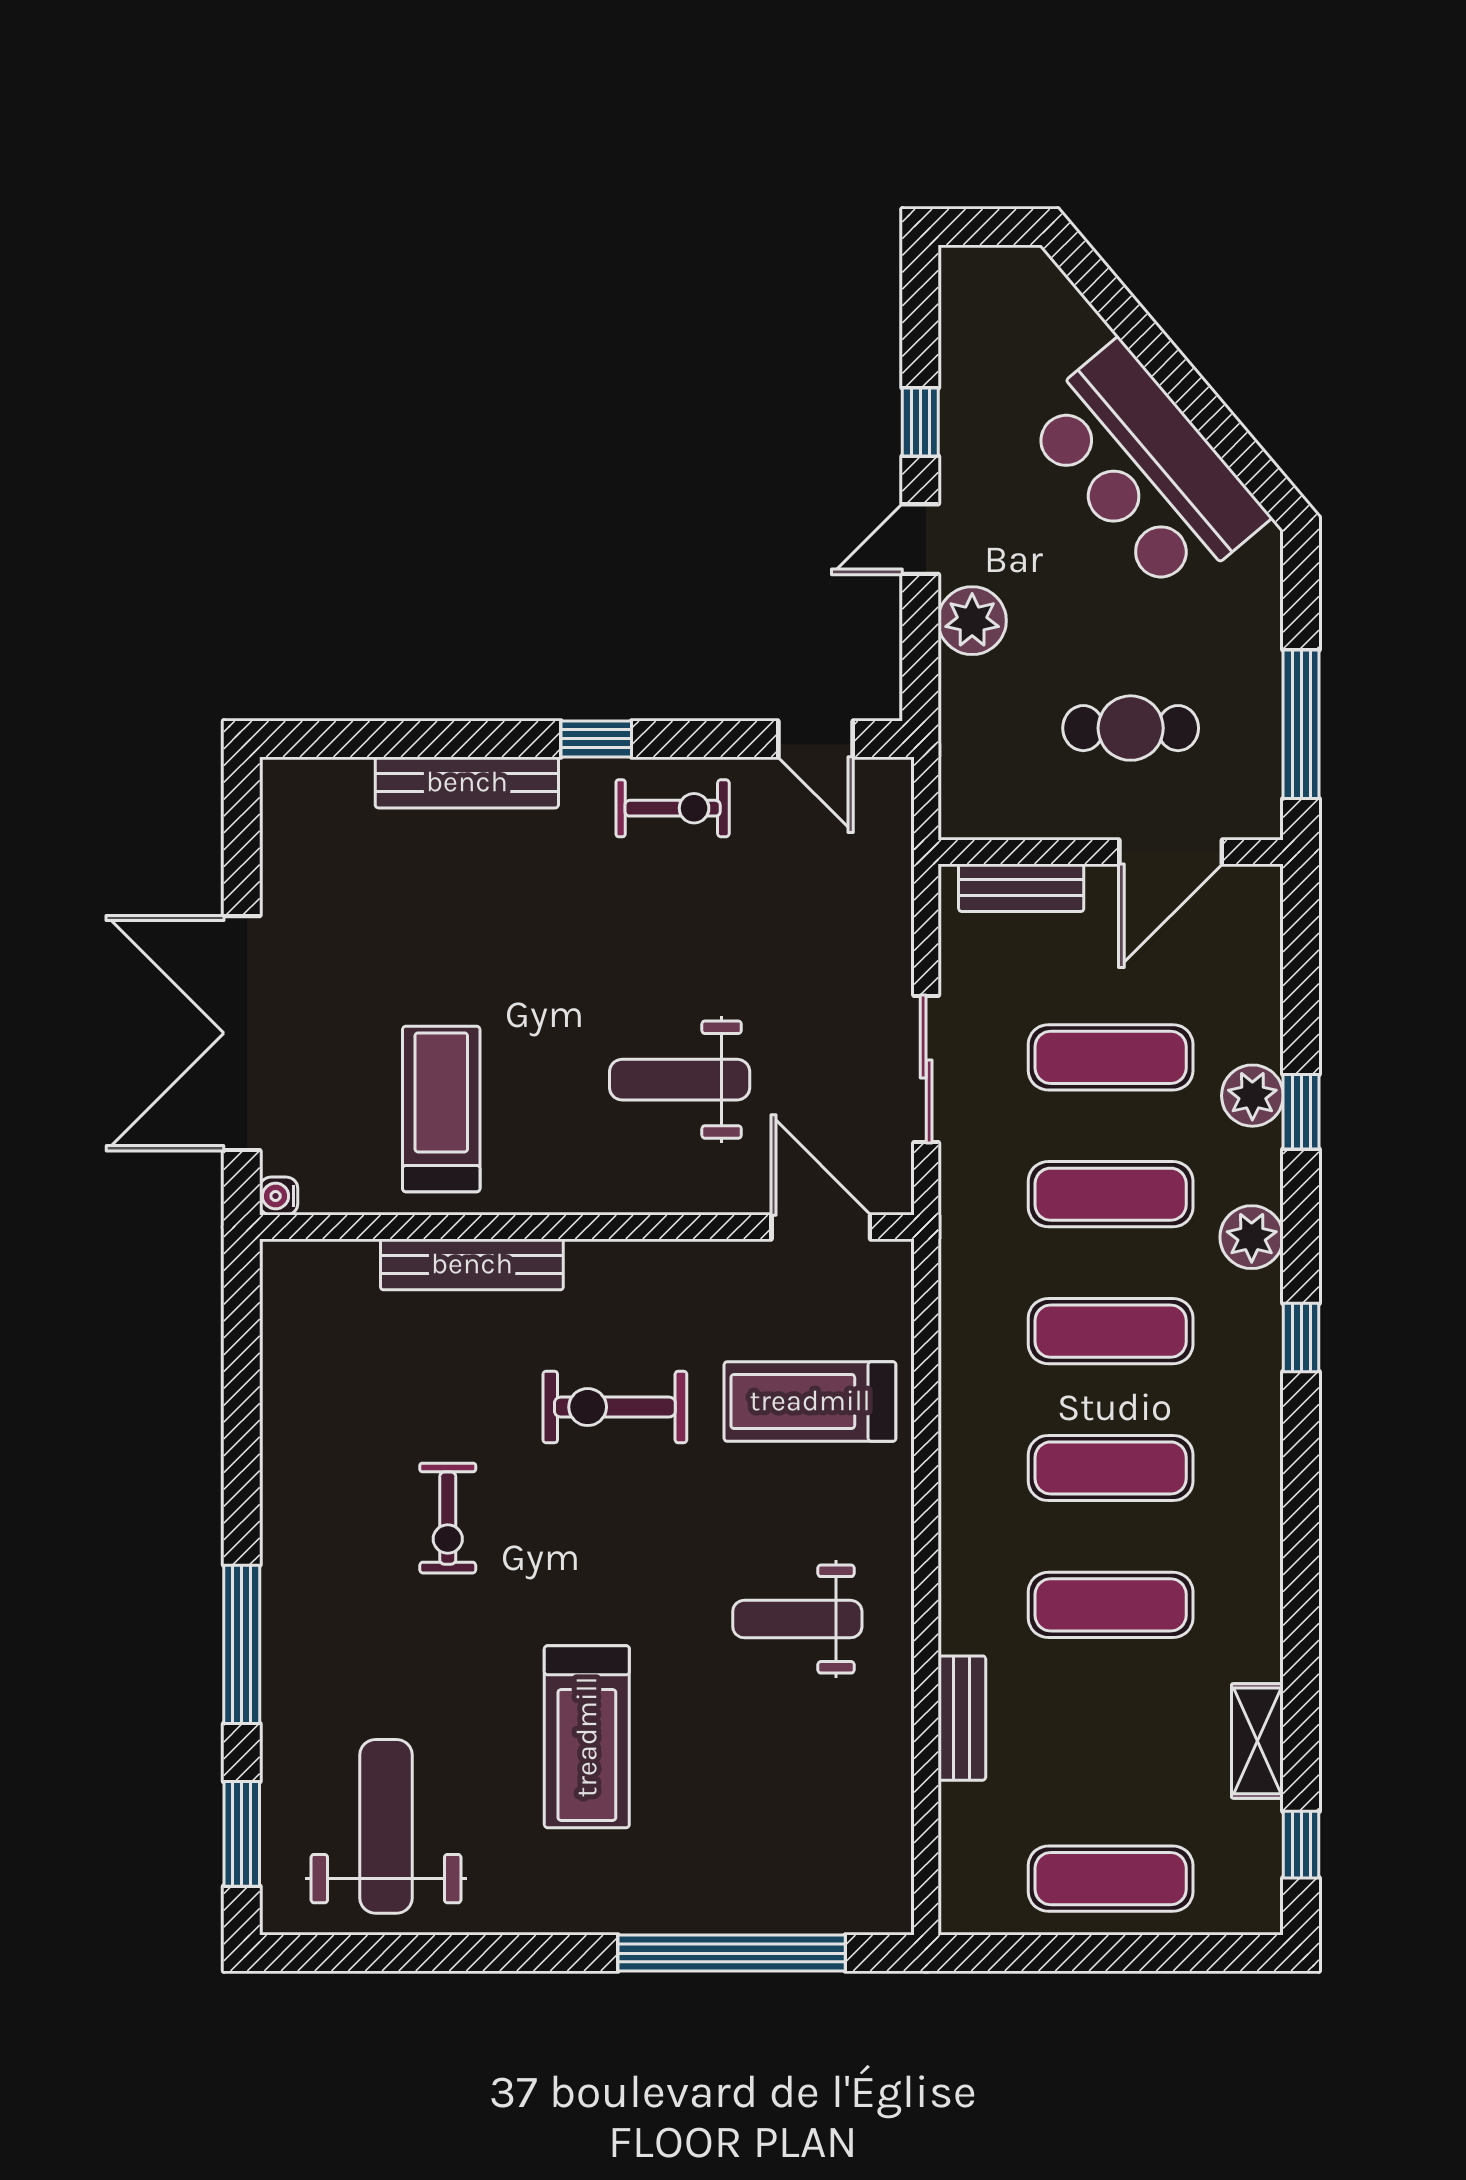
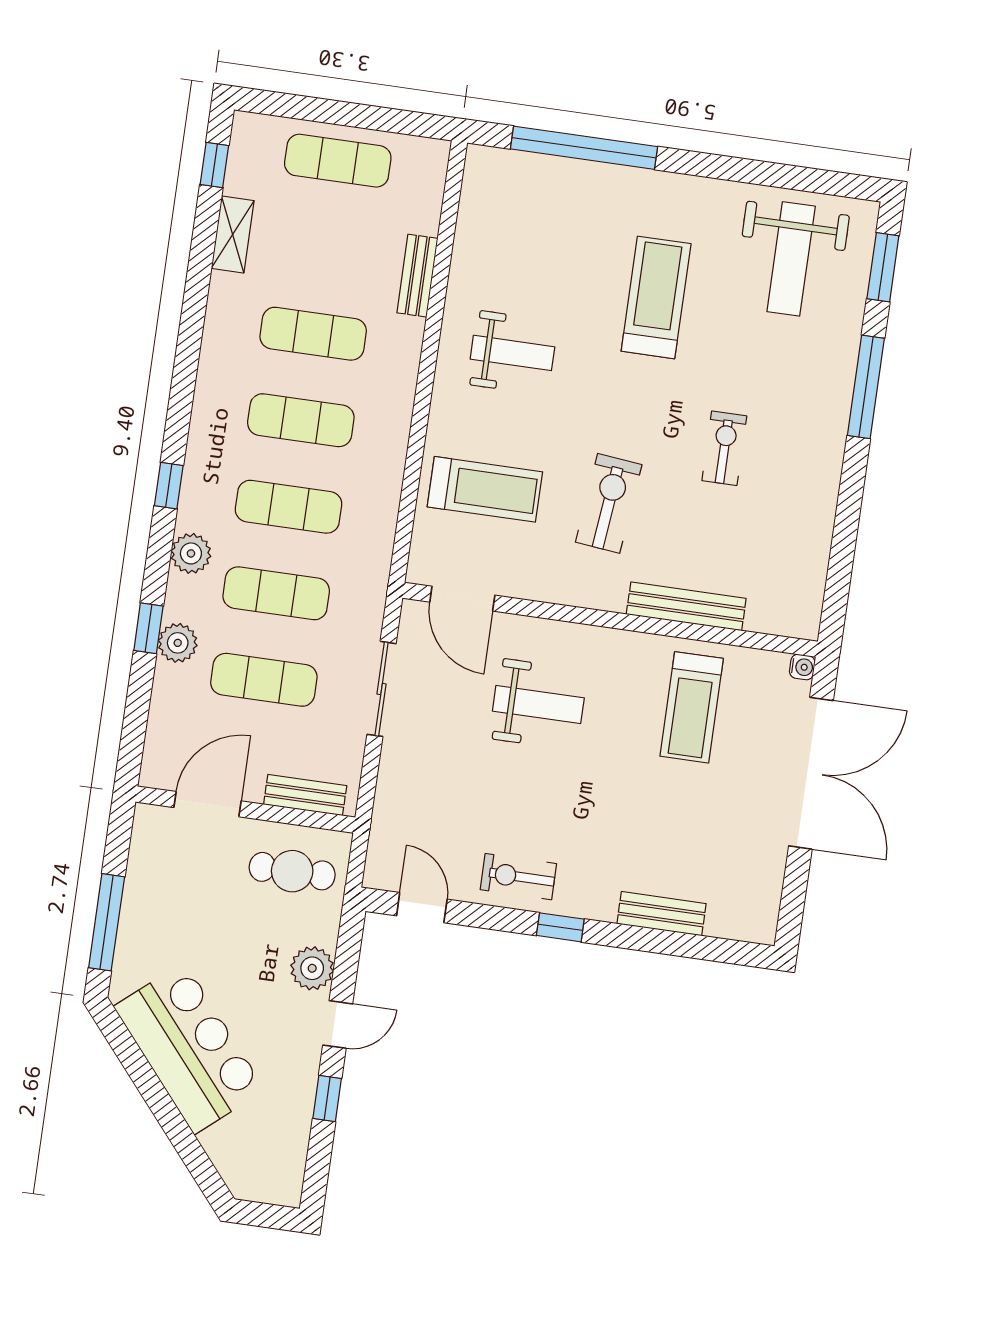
window: (1301, 724) -> (107, 922), moved
cafe table: (1131, 728) -> (292, 871), moved
bench: (467, 782) -> (661, 914), width x0.73
exercise bike: (615, 1407) -> (609, 503), turned -84

